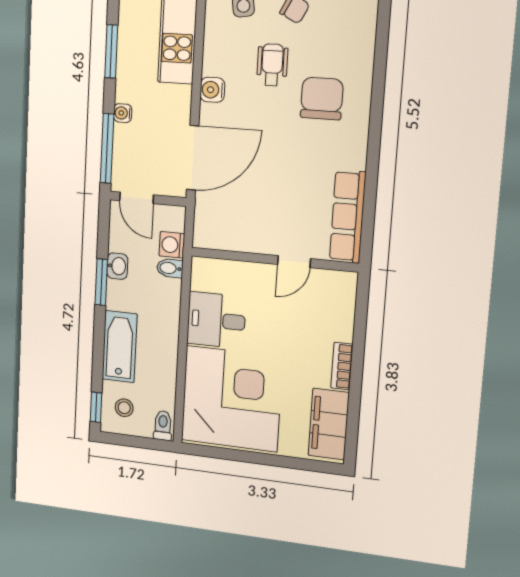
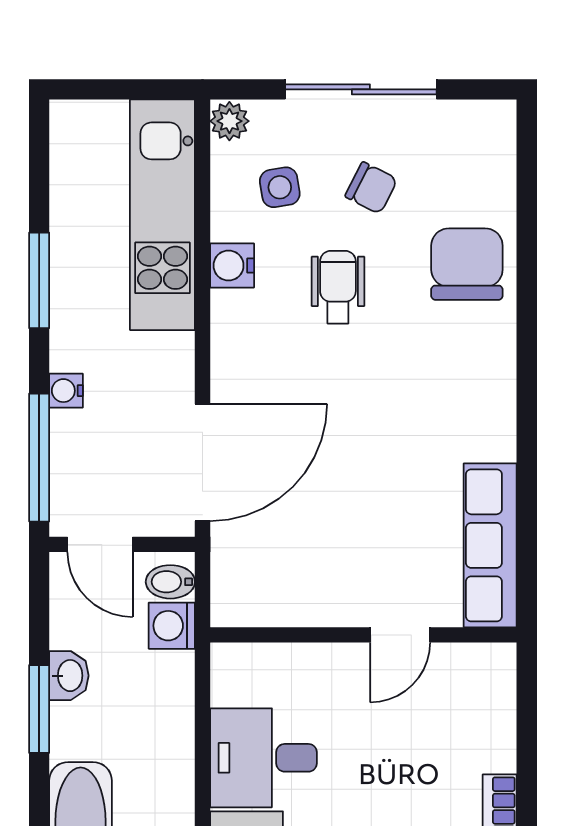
water cooler: (212, 90) -> (232, 266), moved
chair: (322, 98) -> (467, 264), moved
bidet: (170, 268) -> (170, 582), moved

